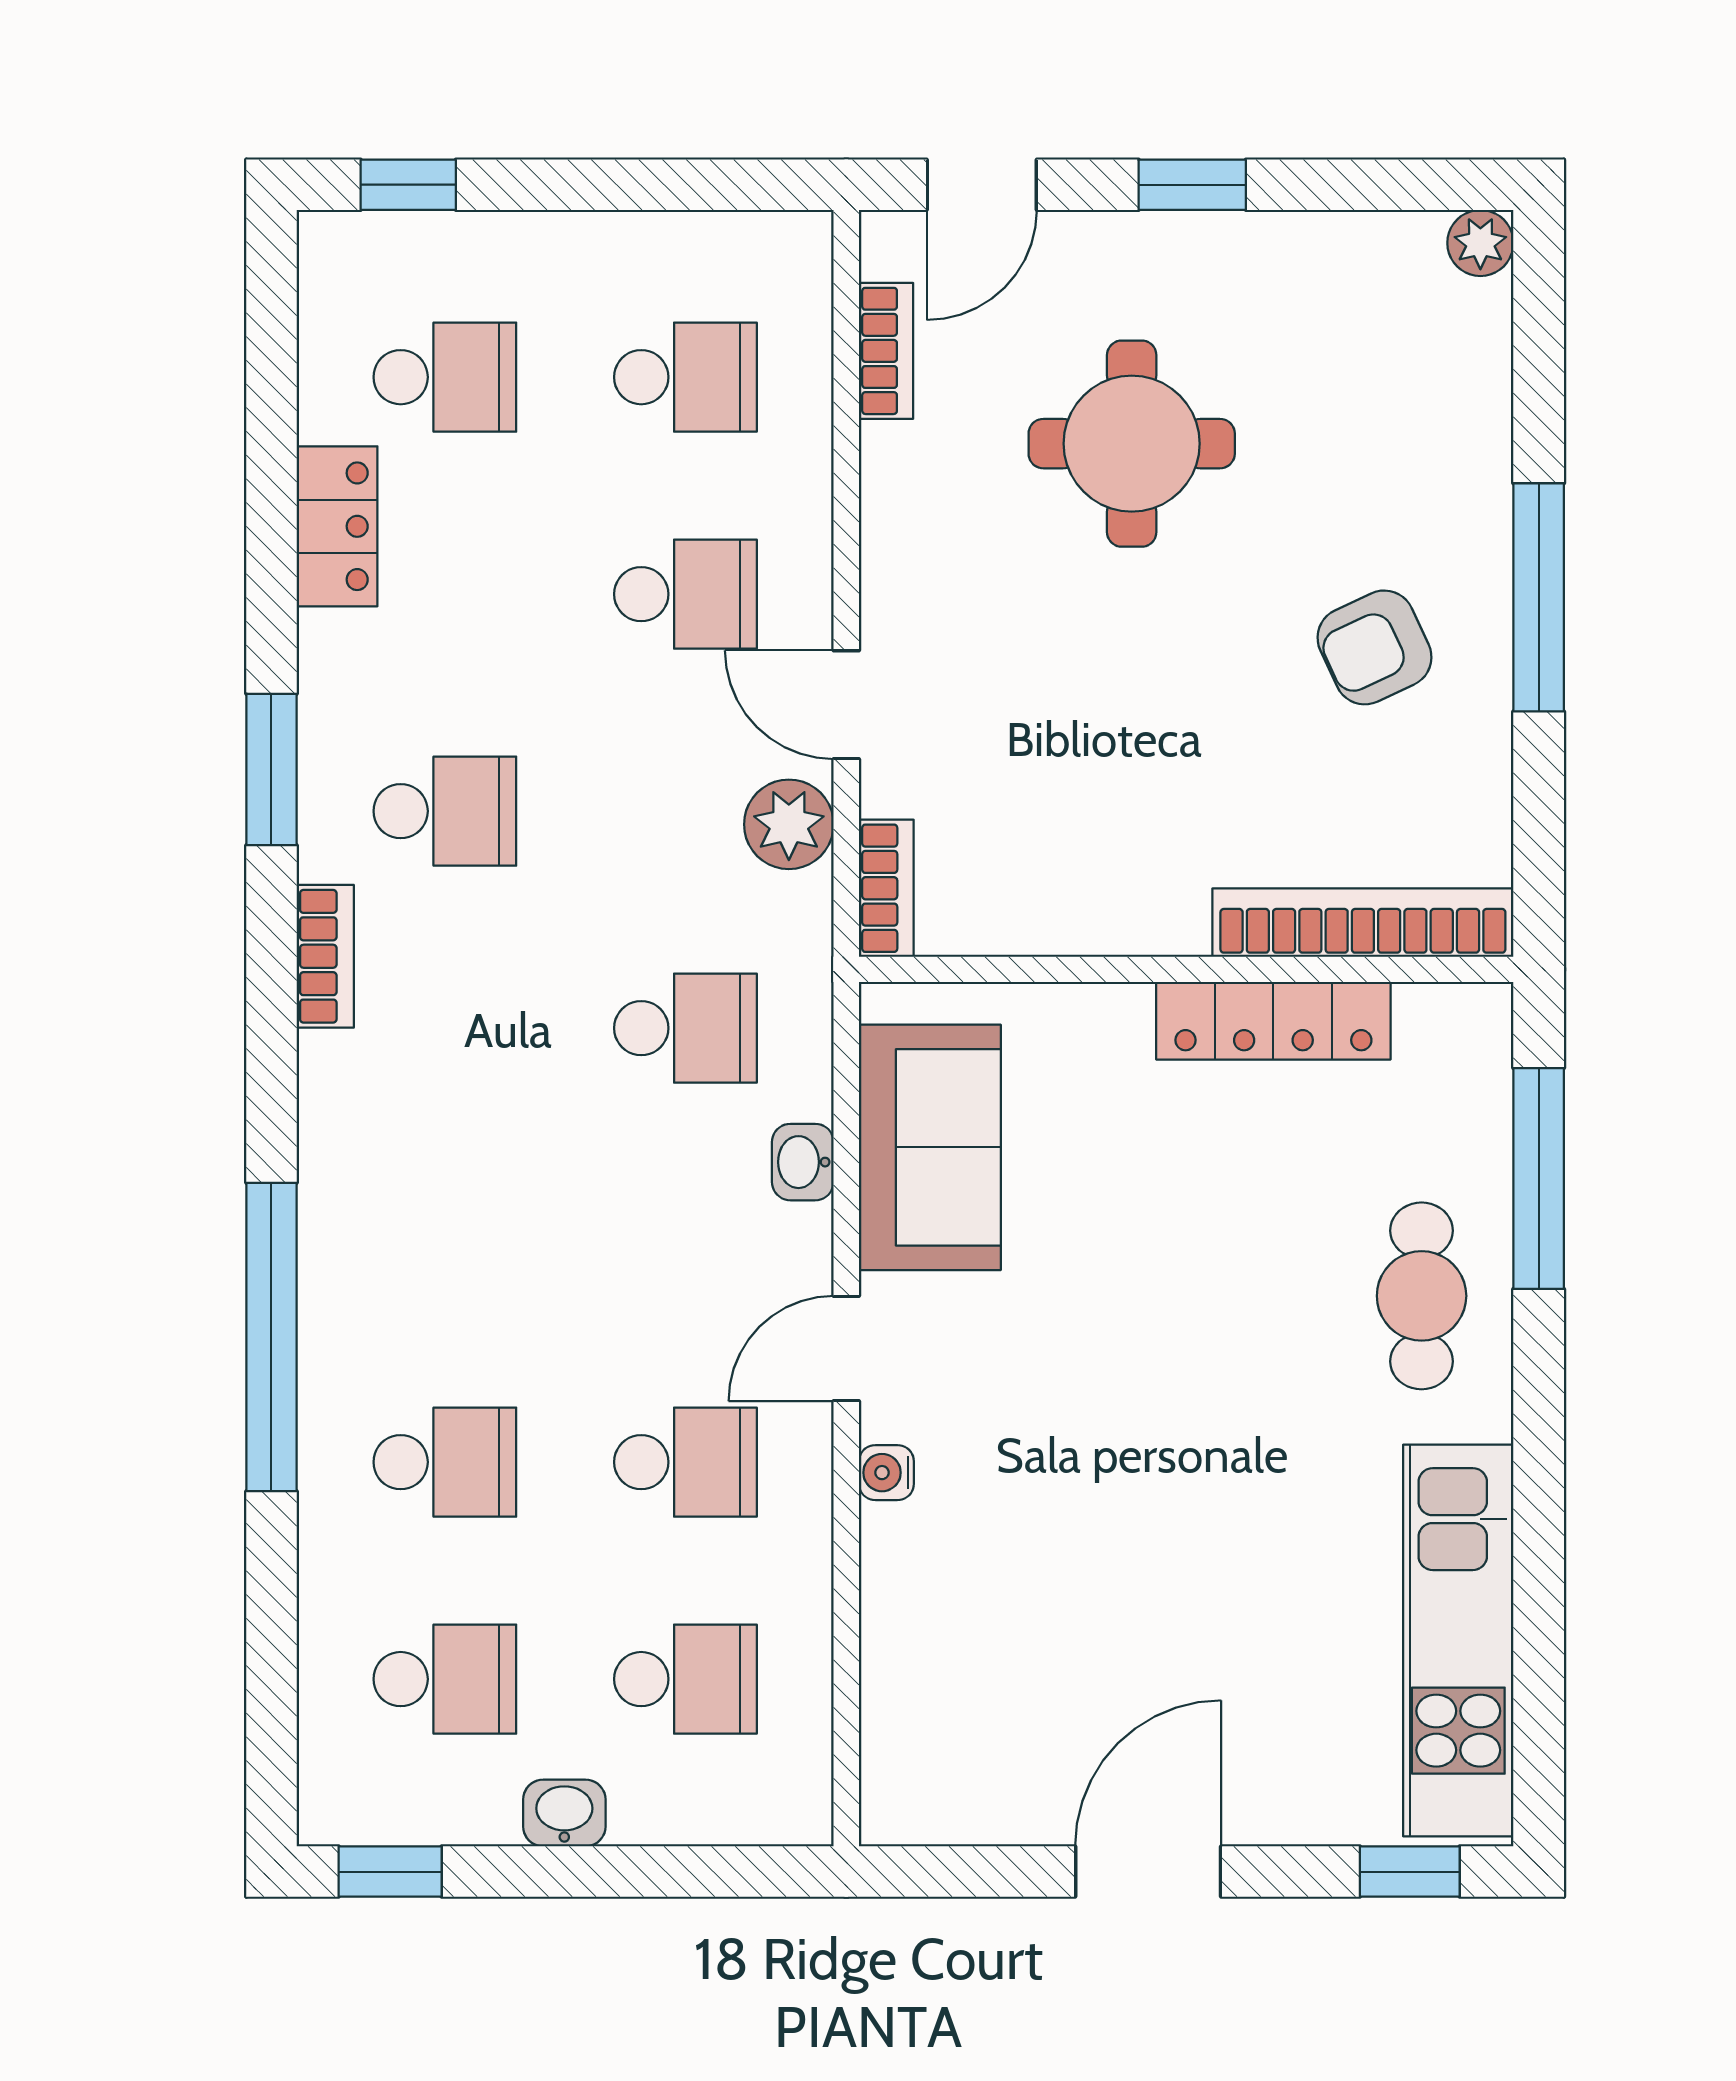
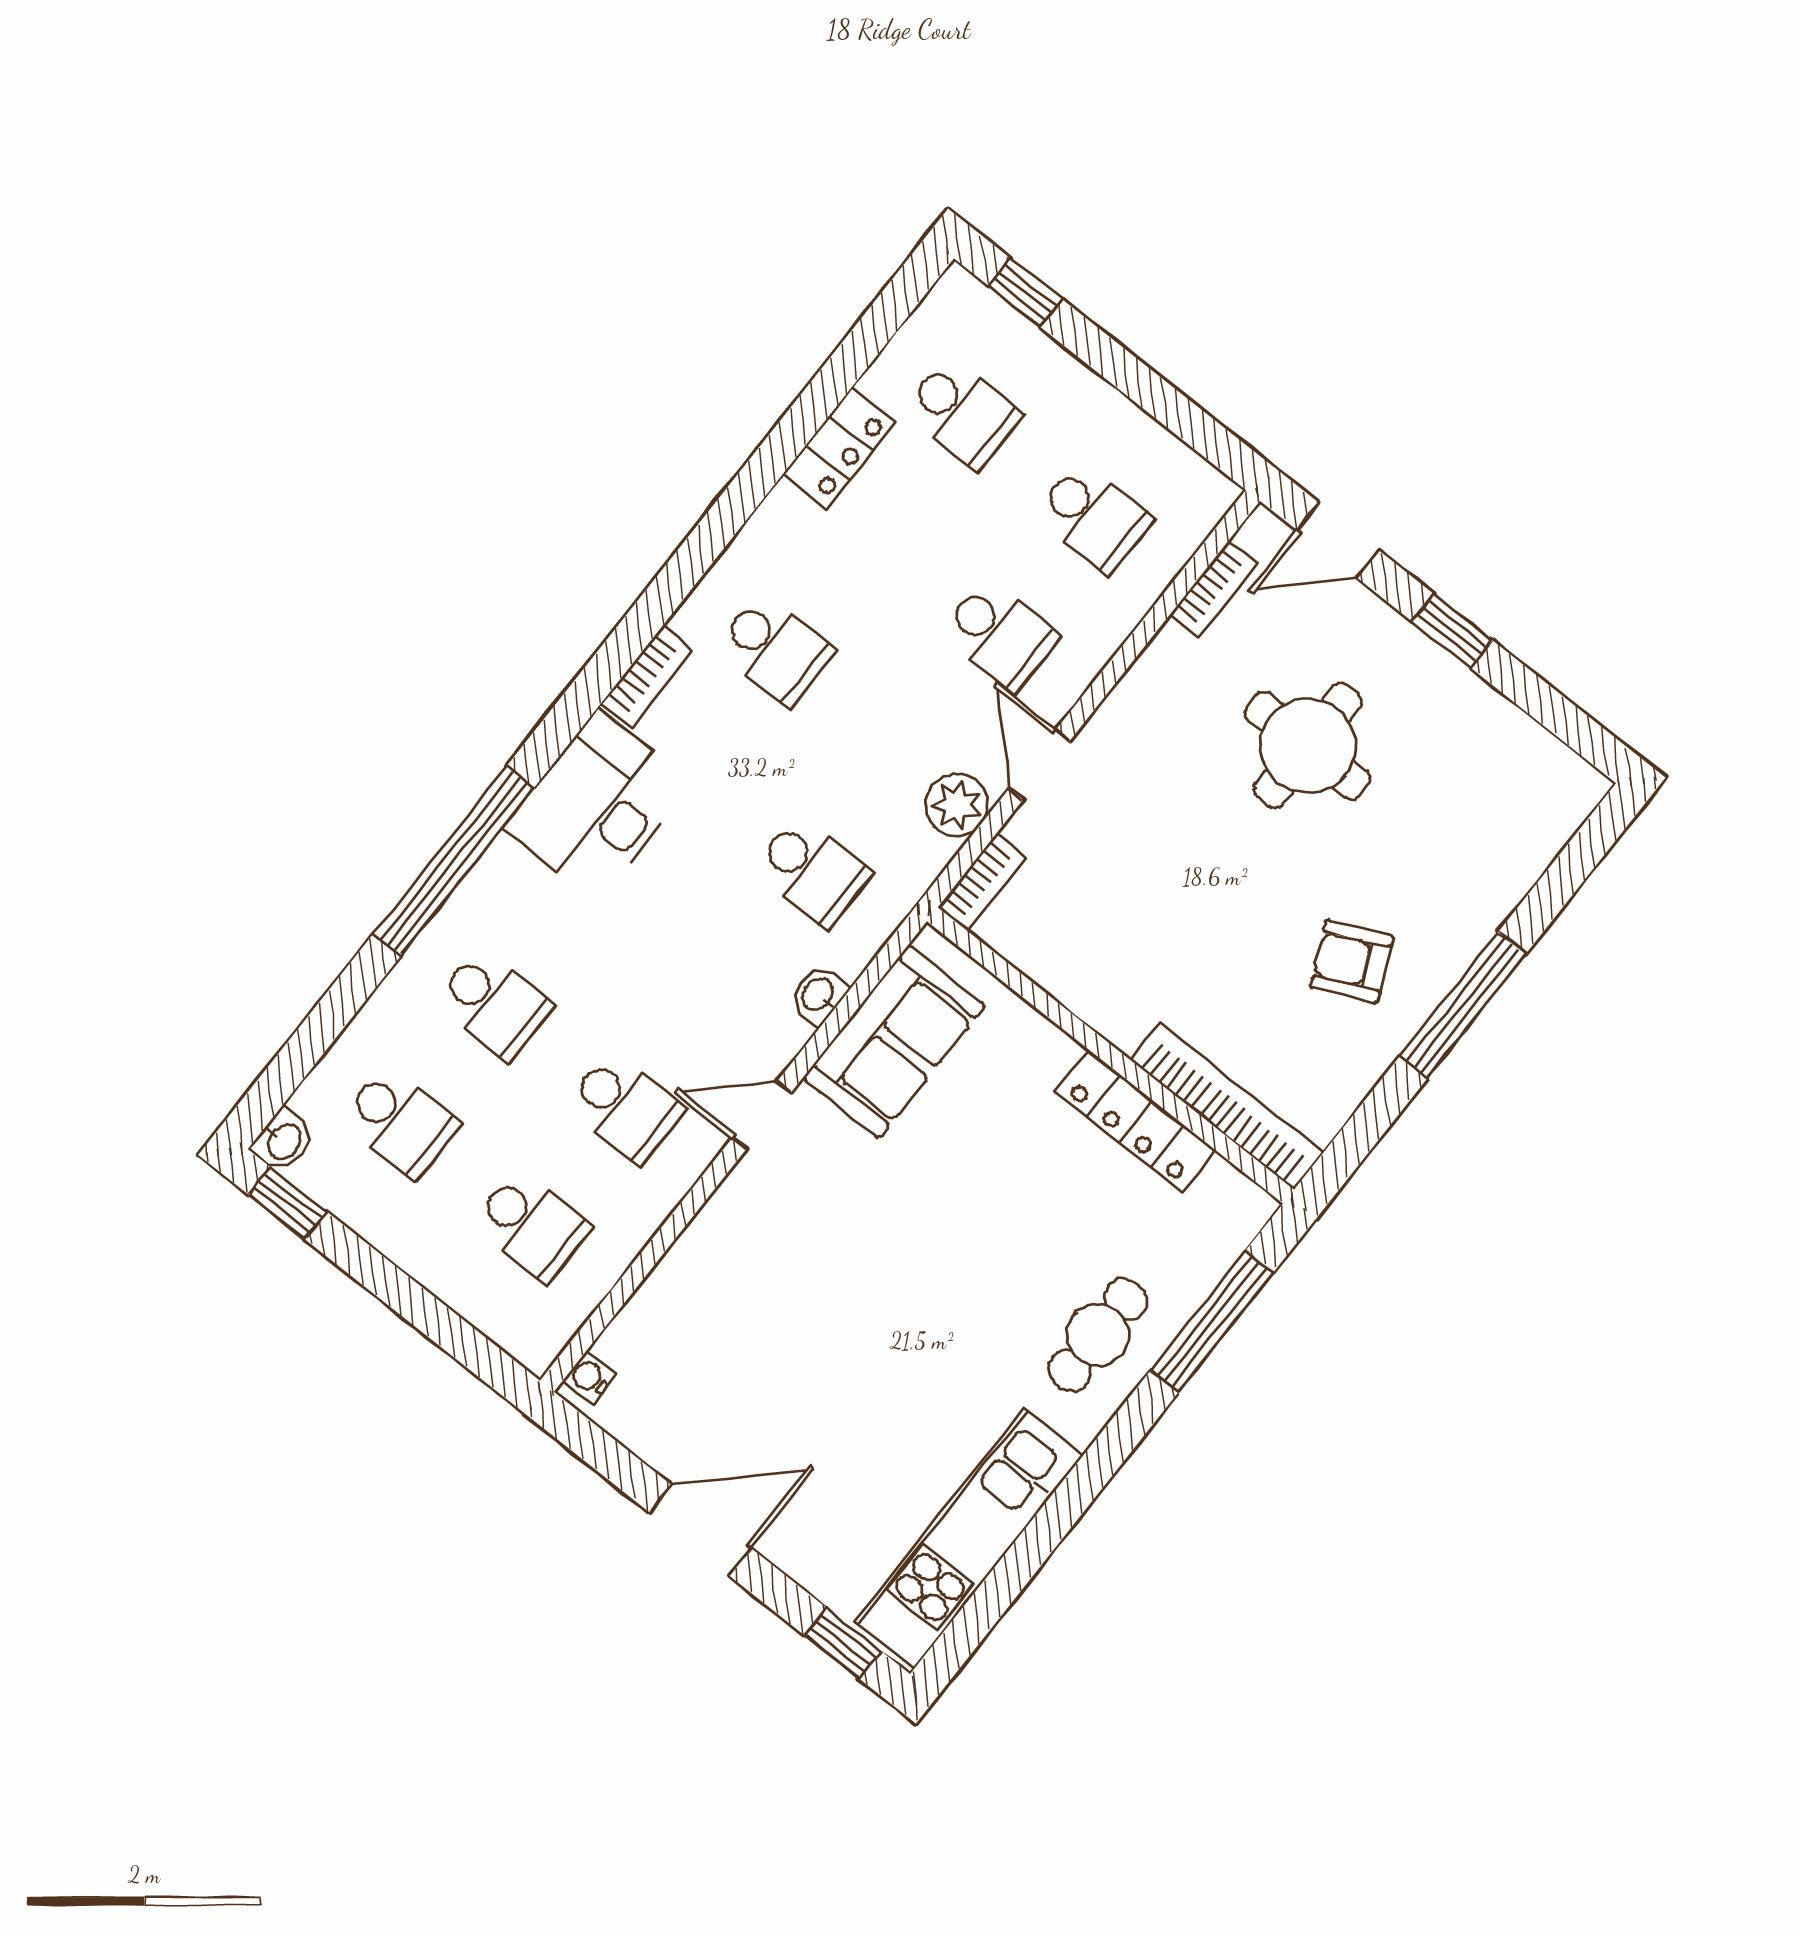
plant: (1480, 243) -> (1584, 787), removed
window: (271, 769) -> (699, 552), removed
desk: (384, 1146) -> (598, 806), added
water cooler: (886, 1473) -> (589, 1378), moved
washbasin: (564, 1813) -> (284, 1141), moved, turned 90

